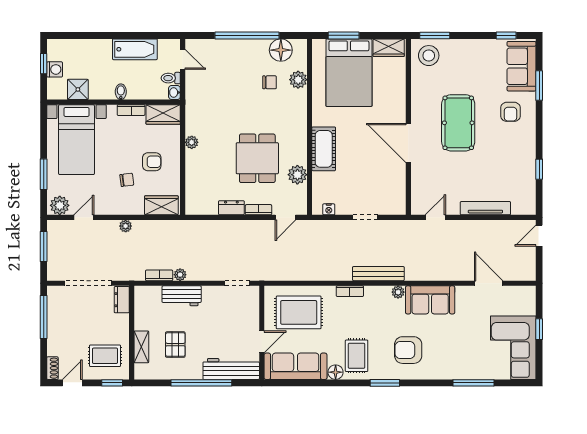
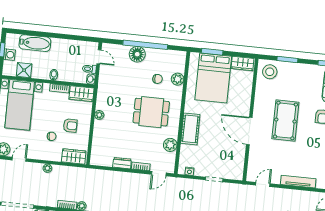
window: (435, 35) -> (287, 60), moved
bathtub: (135, 49) -> (35, 43), moved
floor lamp: (281, 50) -> (137, 54), moved
dining table: (257, 158) -> (151, 112), moved, turned 90

